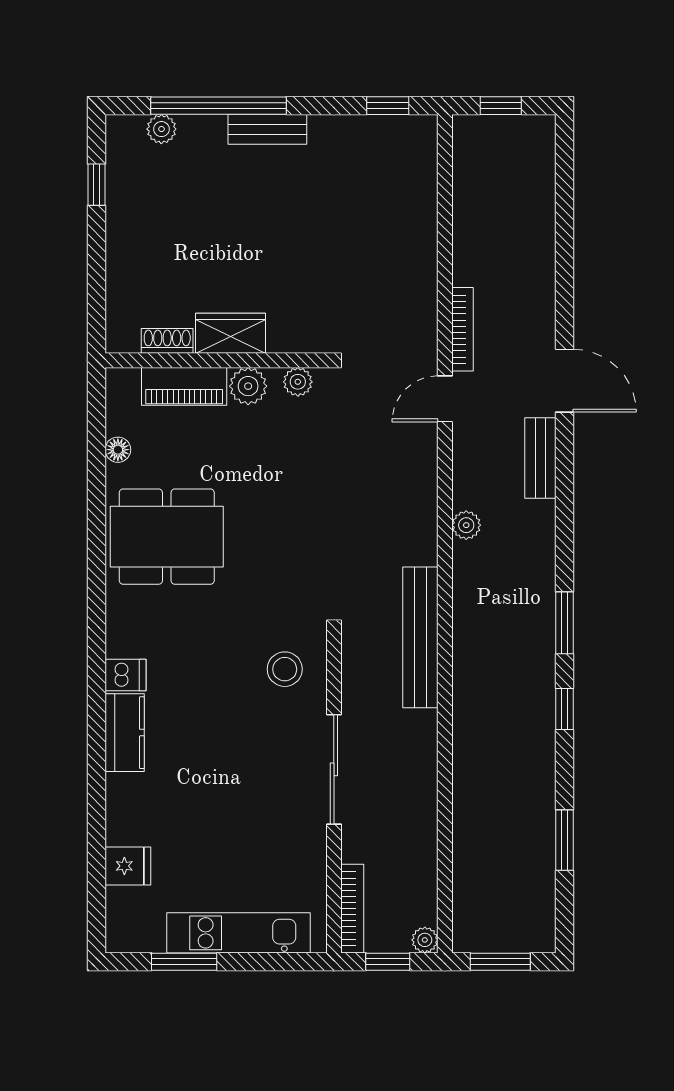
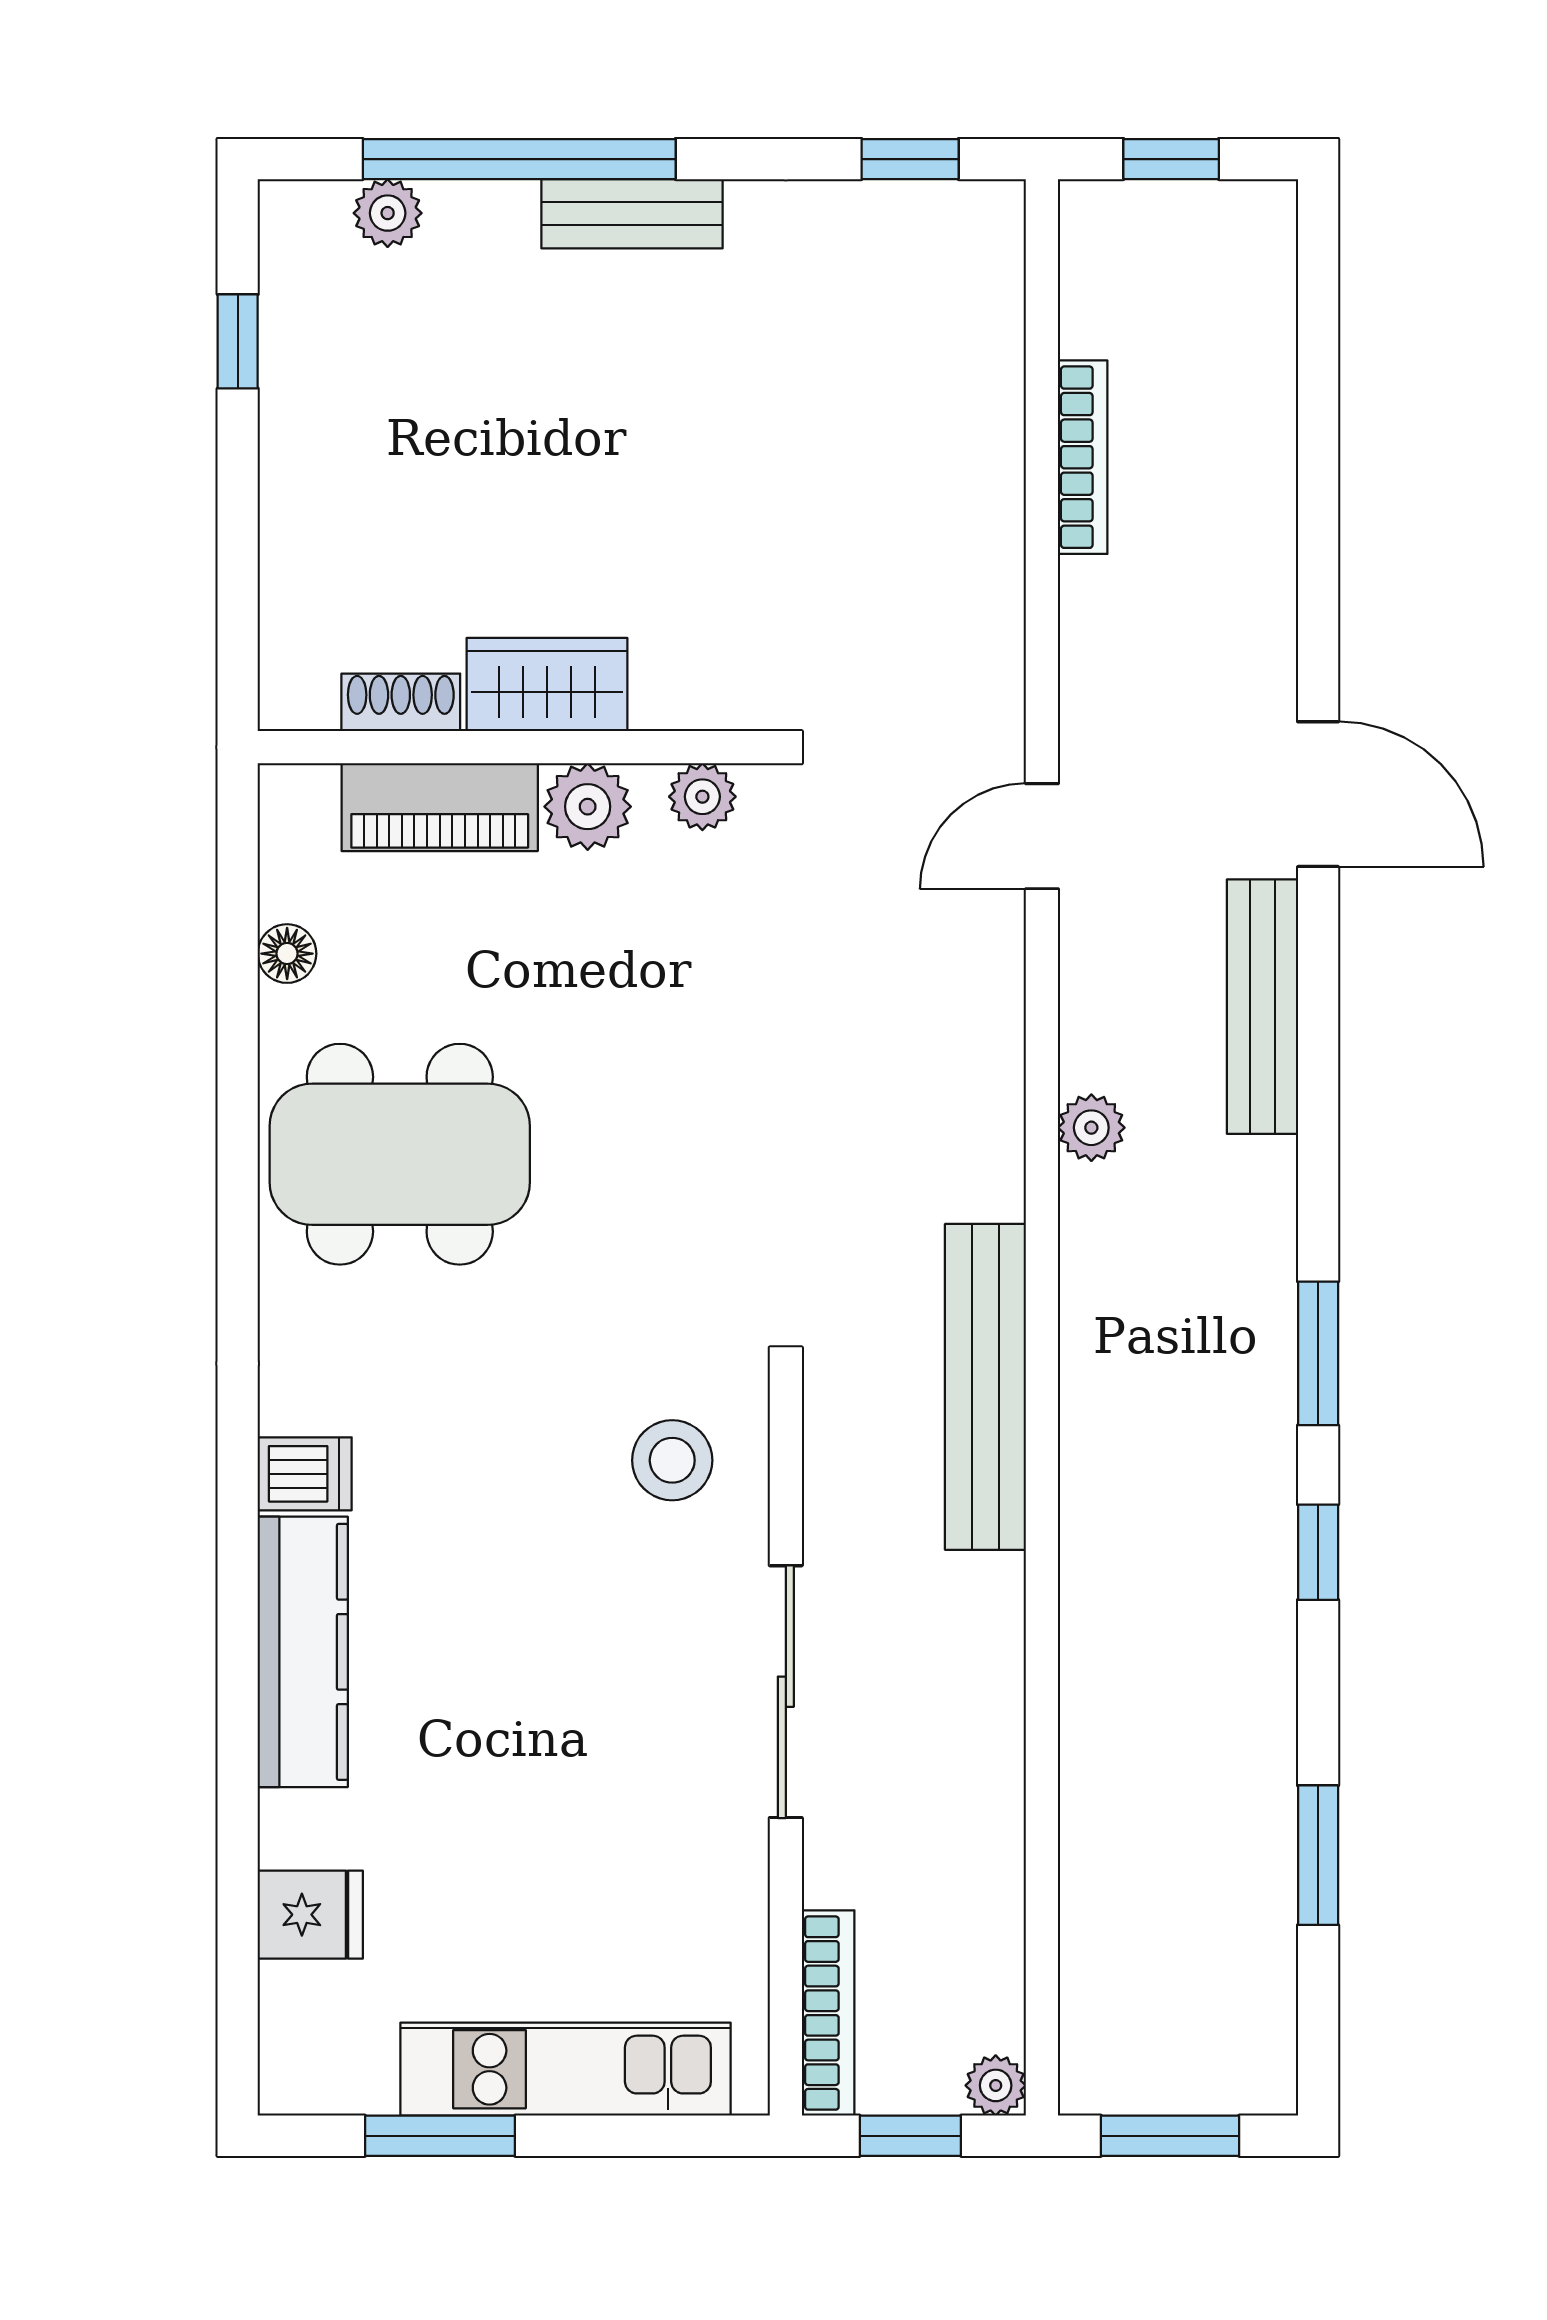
bookcase: (463, 329) -> (1083, 457), moved
bench: (540, 458) -> (1262, 1007), width x1.36
kitchen counter: (125, 733) -> (303, 1652), width x1.50

